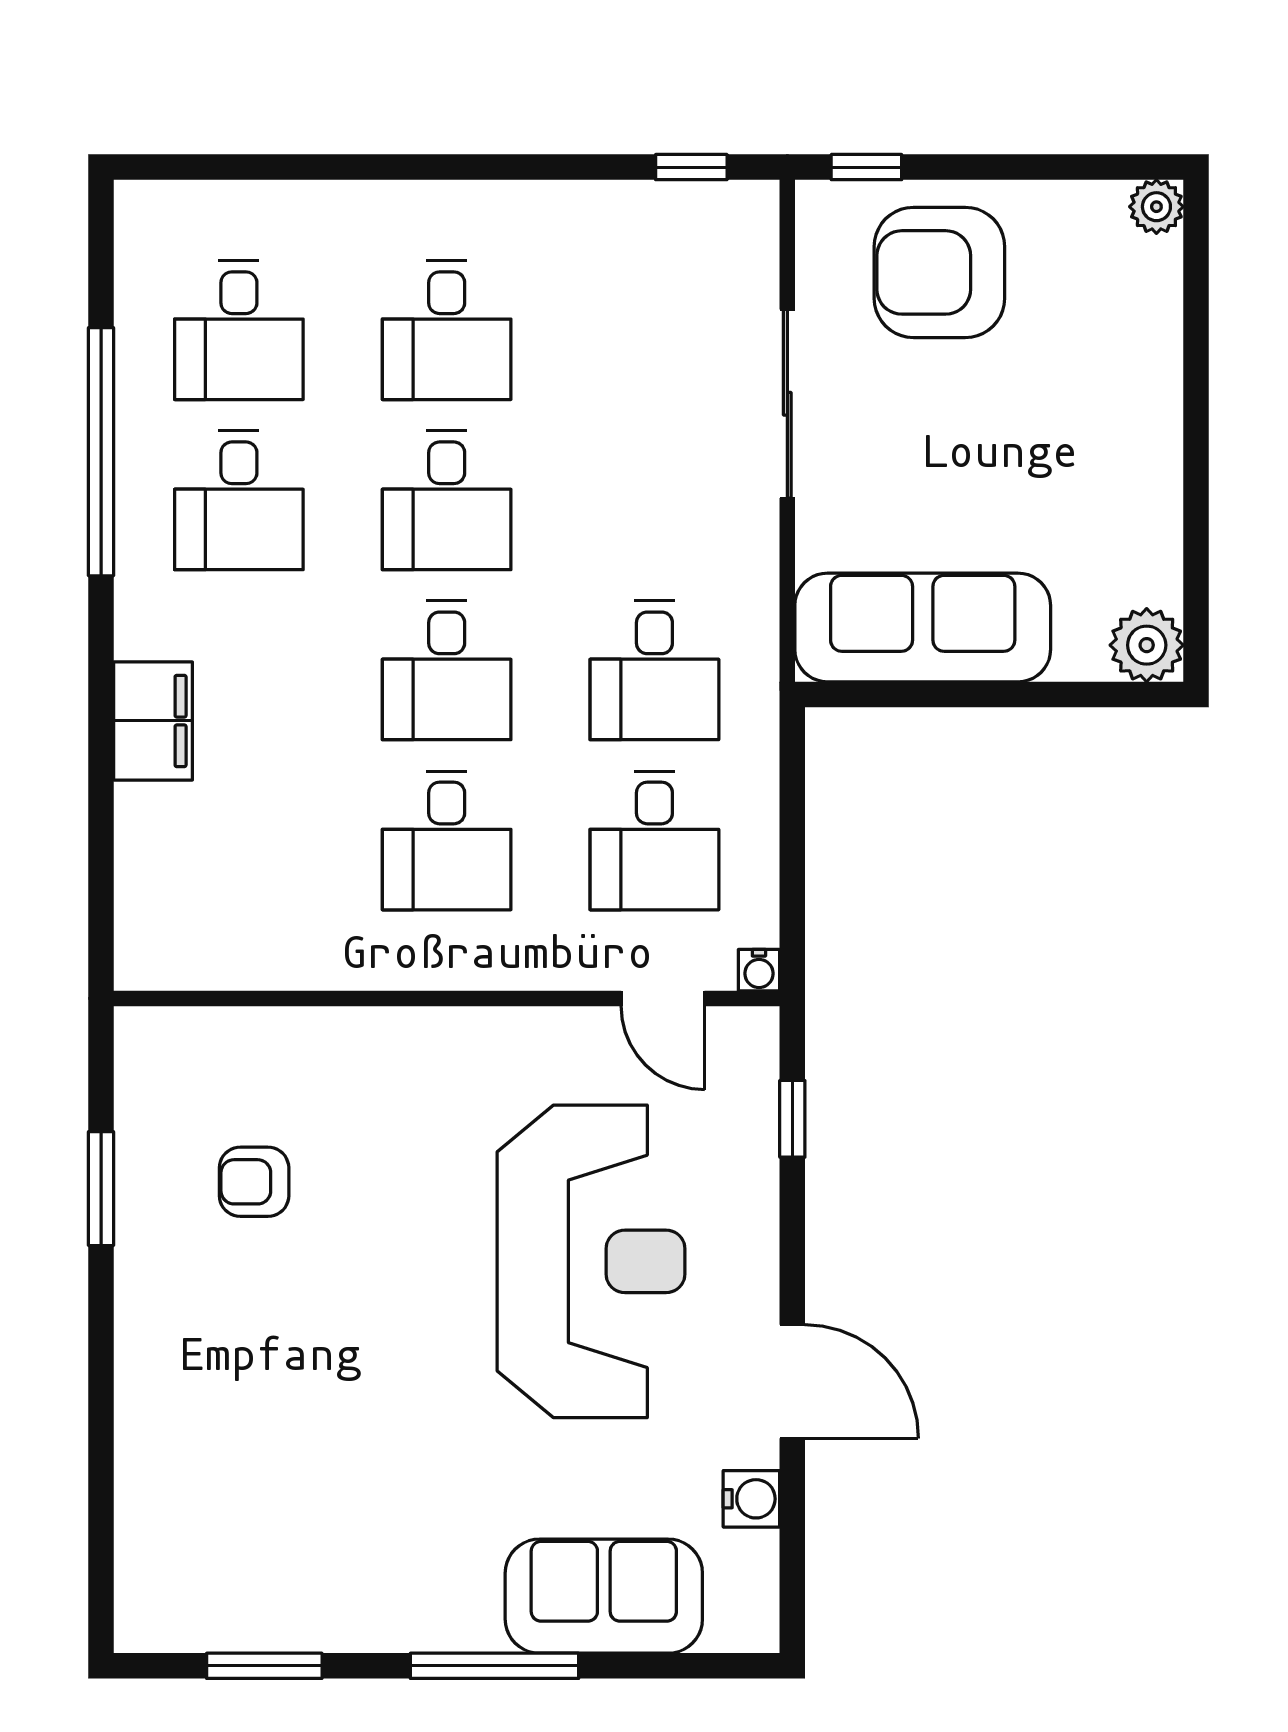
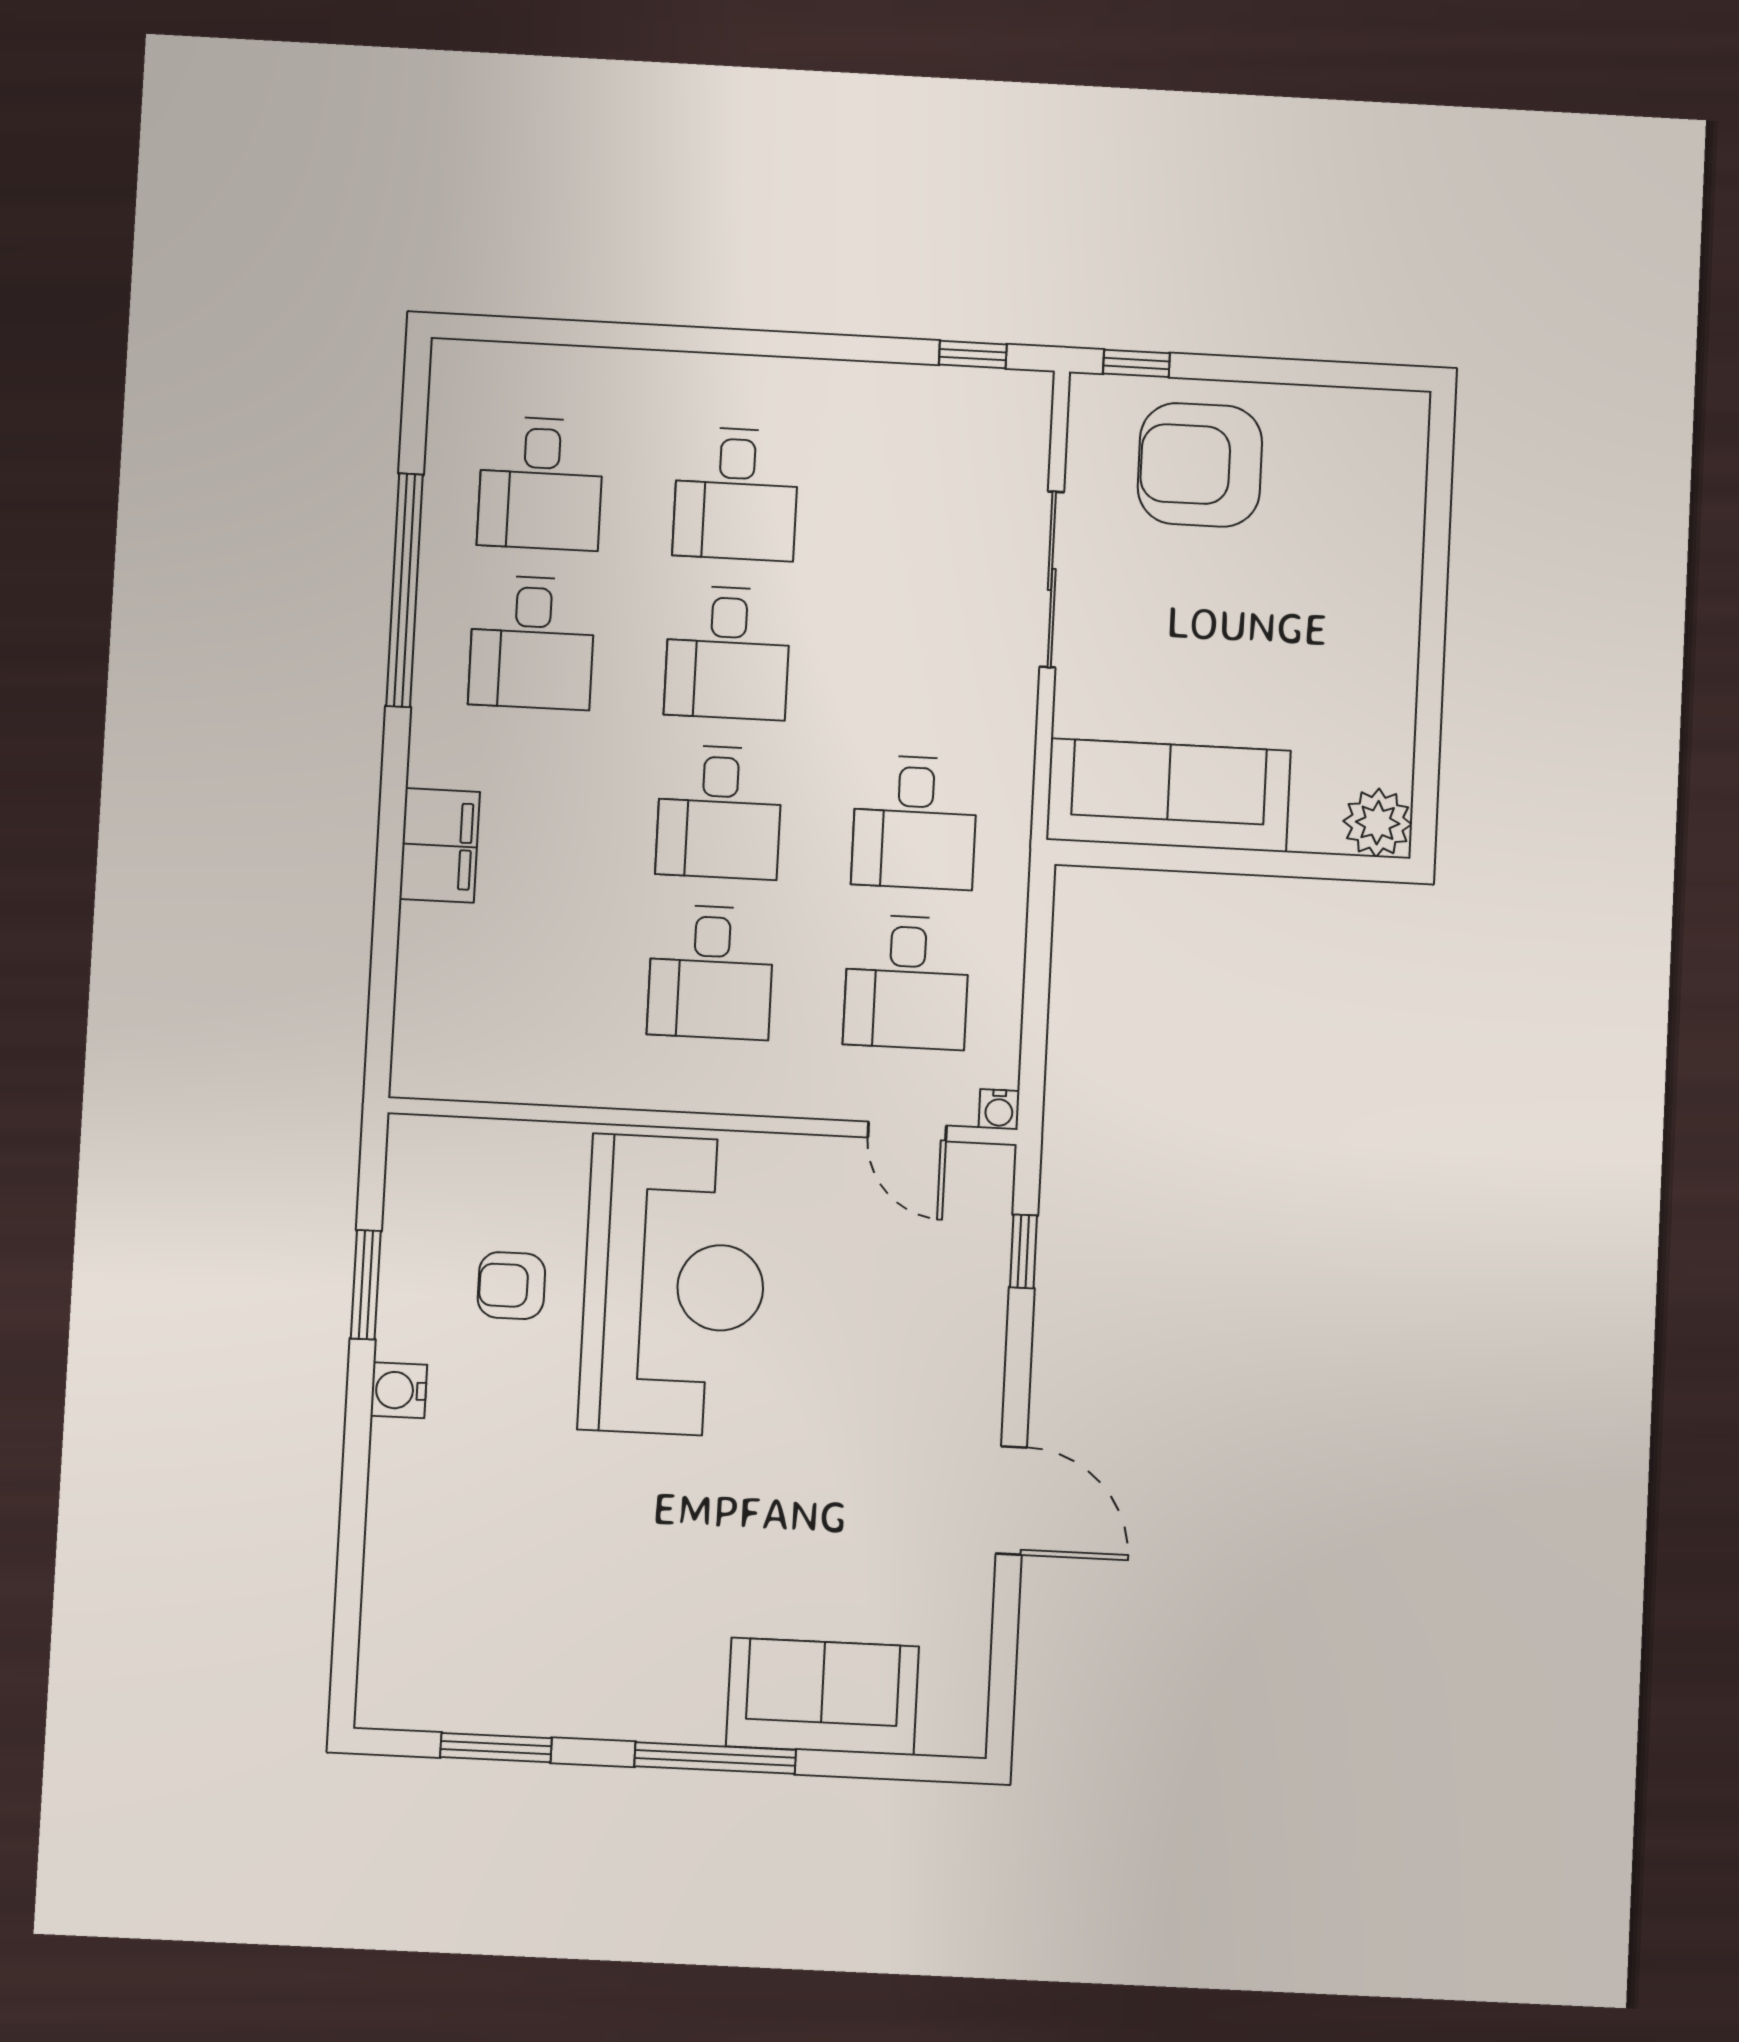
plant: (1156, 207) -> (1405, 415), removed
reception desk: (591, 1261) -> (674, 1286), moved
water cooler: (751, 1499) -> (399, 1390), moved, turned 180

